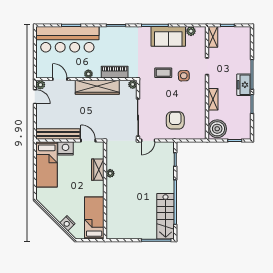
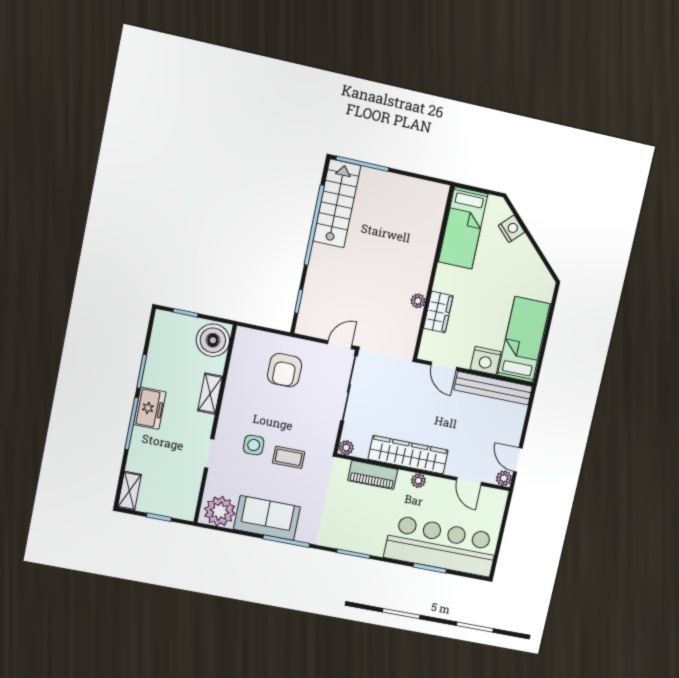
plant: (191, 31) -> (220, 511), width x1.87, depth x1.87
shelving: (213, 37) -> (129, 491), moved

